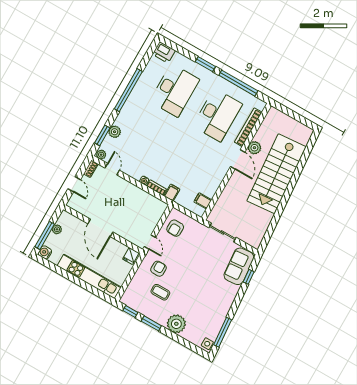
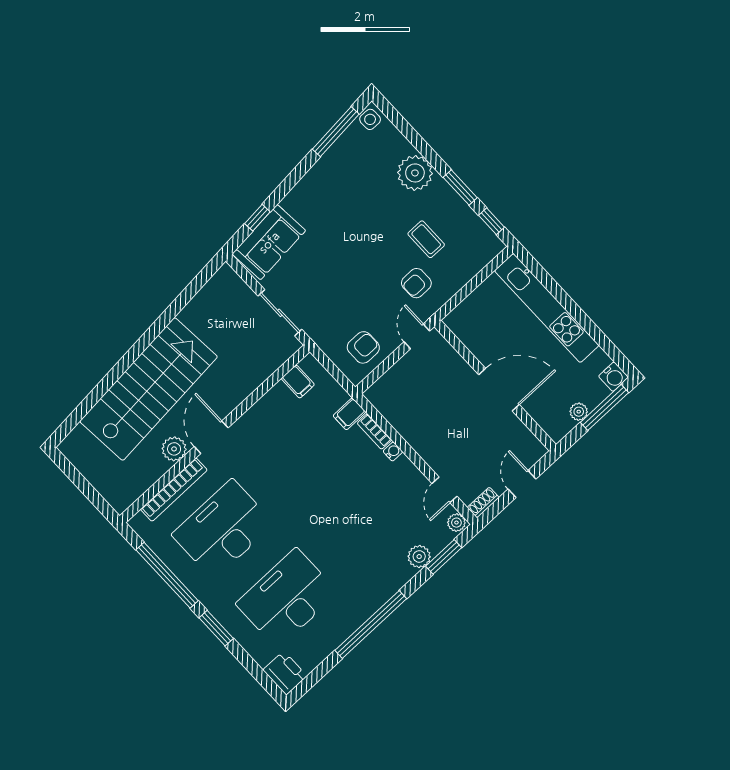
door: (100, 228) -> (499, 390), hinge flipped
fridge: (131, 256) -> (460, 322), removed

